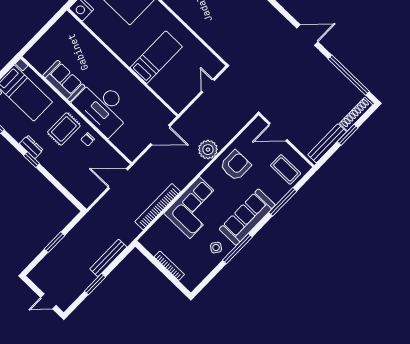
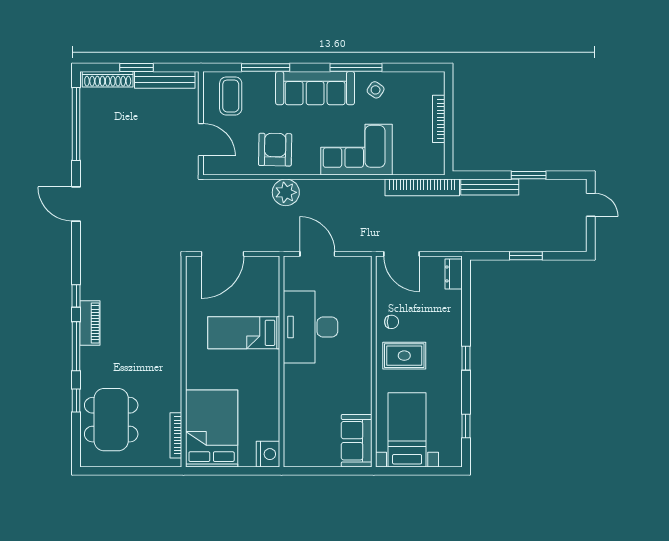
sofa: (64, 81) -> (357, 441), moved
door: (208, 86) -> (222, 254), width x1.87
desk: (103, 107) -> (311, 327), moved, turned 180
dresser: (31, 147) -> (454, 274), moved
armchair: (235, 165) -> (275, 150), turned 91
bookcase: (158, 207) -> (422, 187), moved

